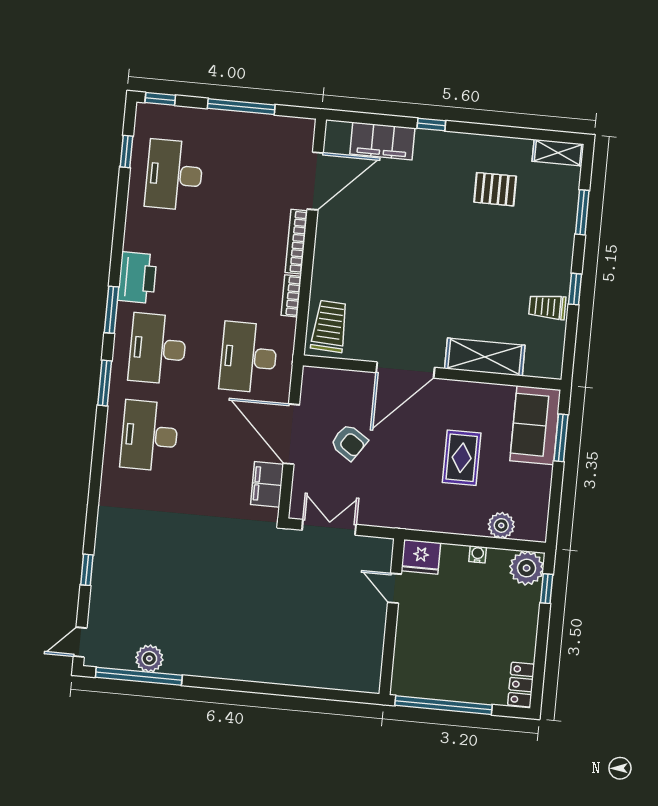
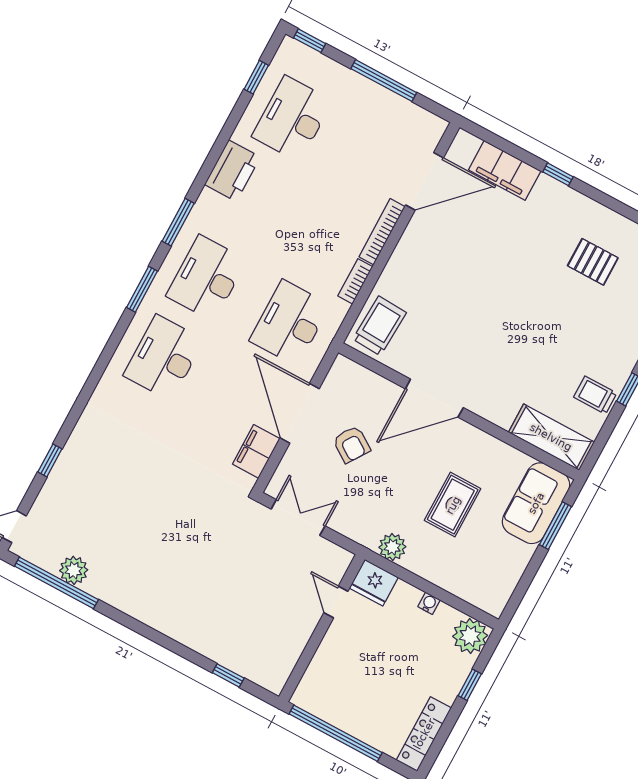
printer: (137, 278) -> (232, 171), moved
shelving: (485, 357) -> (551, 437), moved
plant: (501, 525) -> (392, 547), moved
window: (547, 589) -> (470, 685), moved
locker: (521, 685) -> (424, 734), width x1.53
window: (326, 694) -> (228, 675), added

